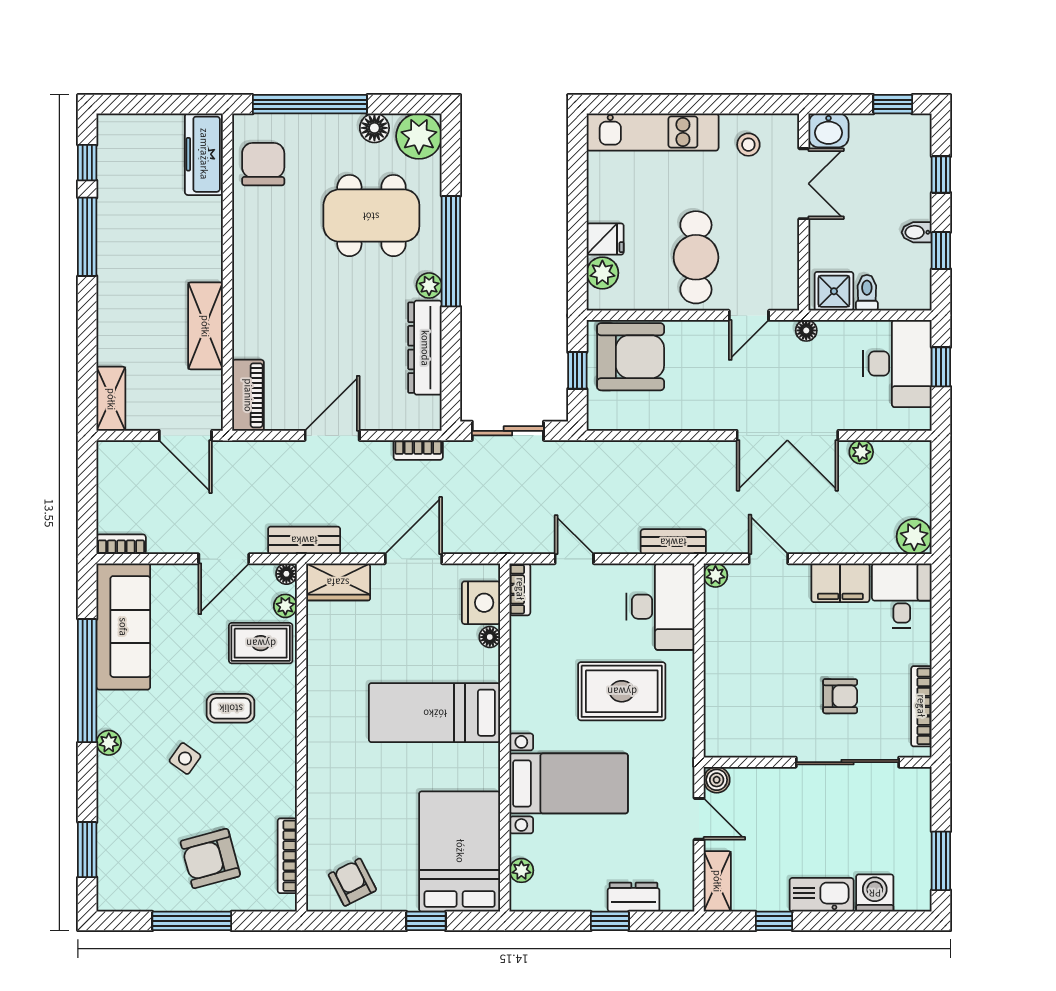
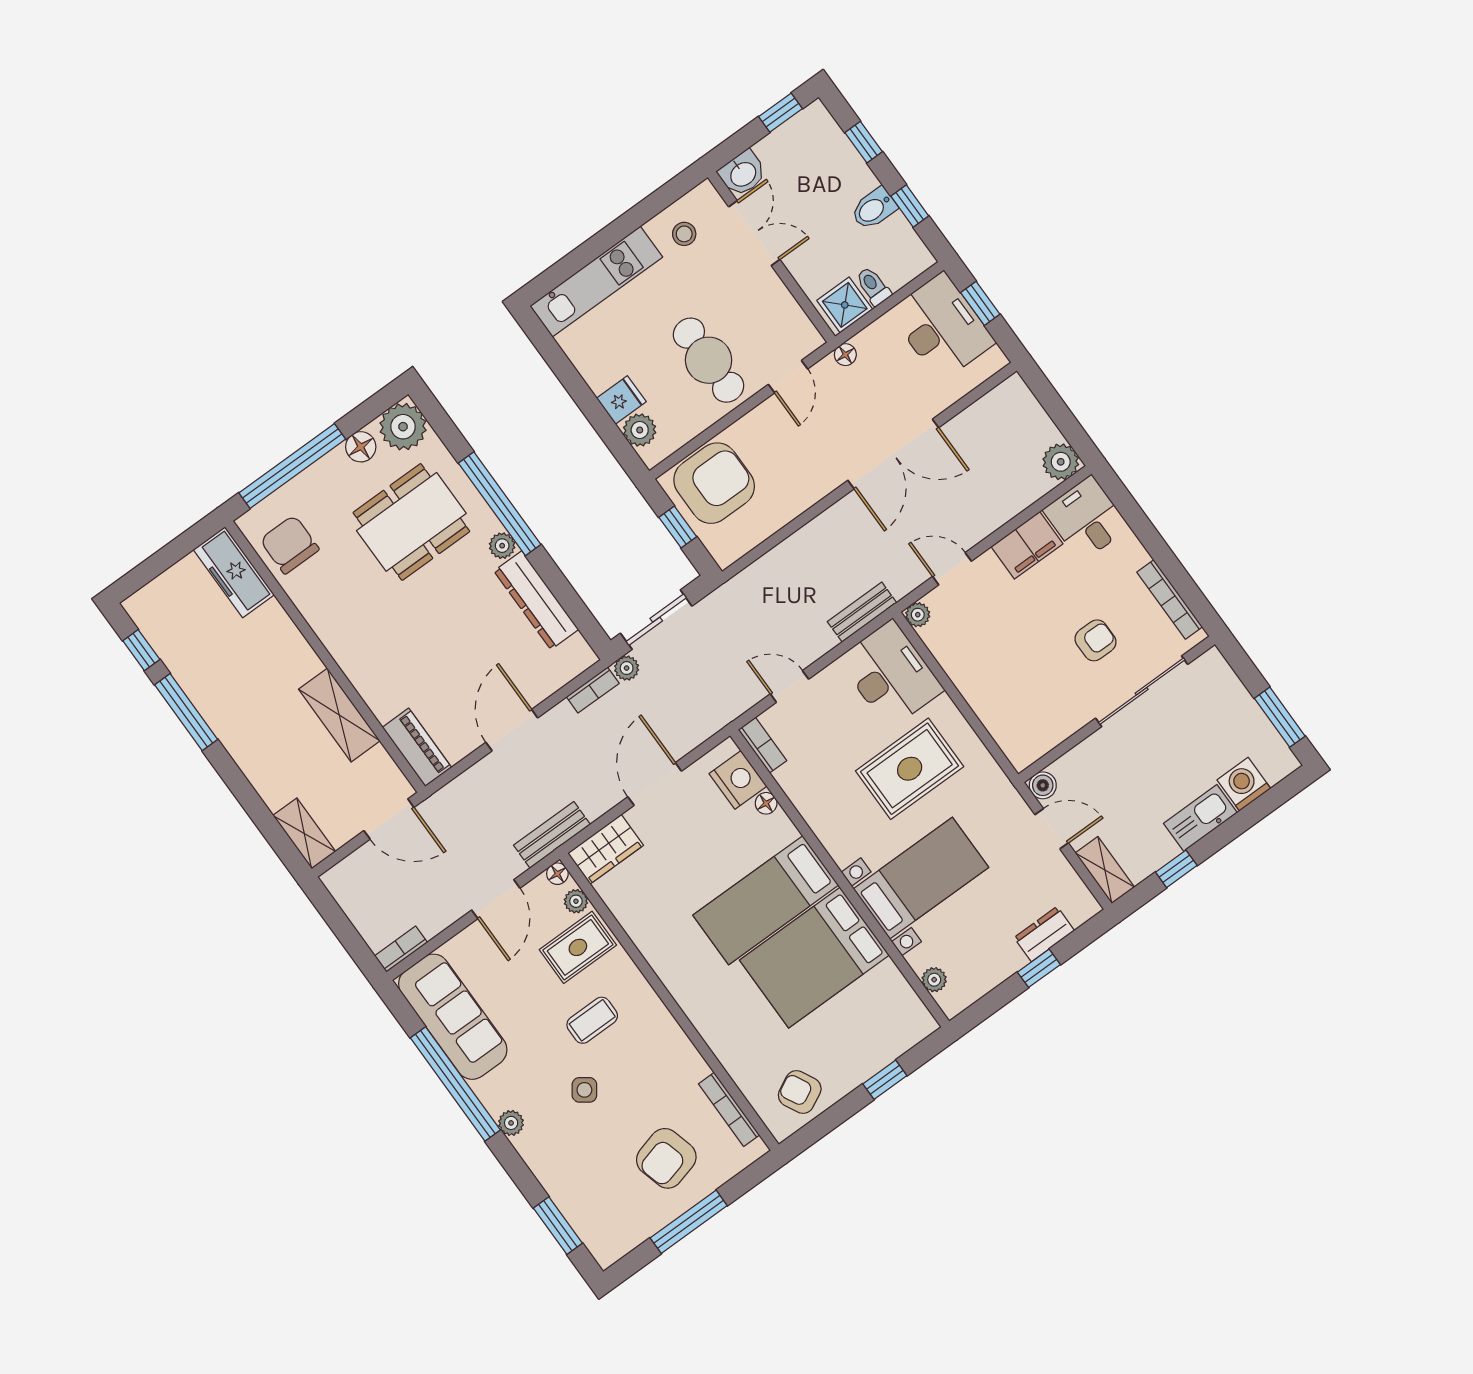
bidet: (917, 232) -> (874, 209), width x1.38, depth x1.36
plant: (861, 452) -> (627, 668), moved
bed: (460, 851) -> (814, 958), moved, turned -90

